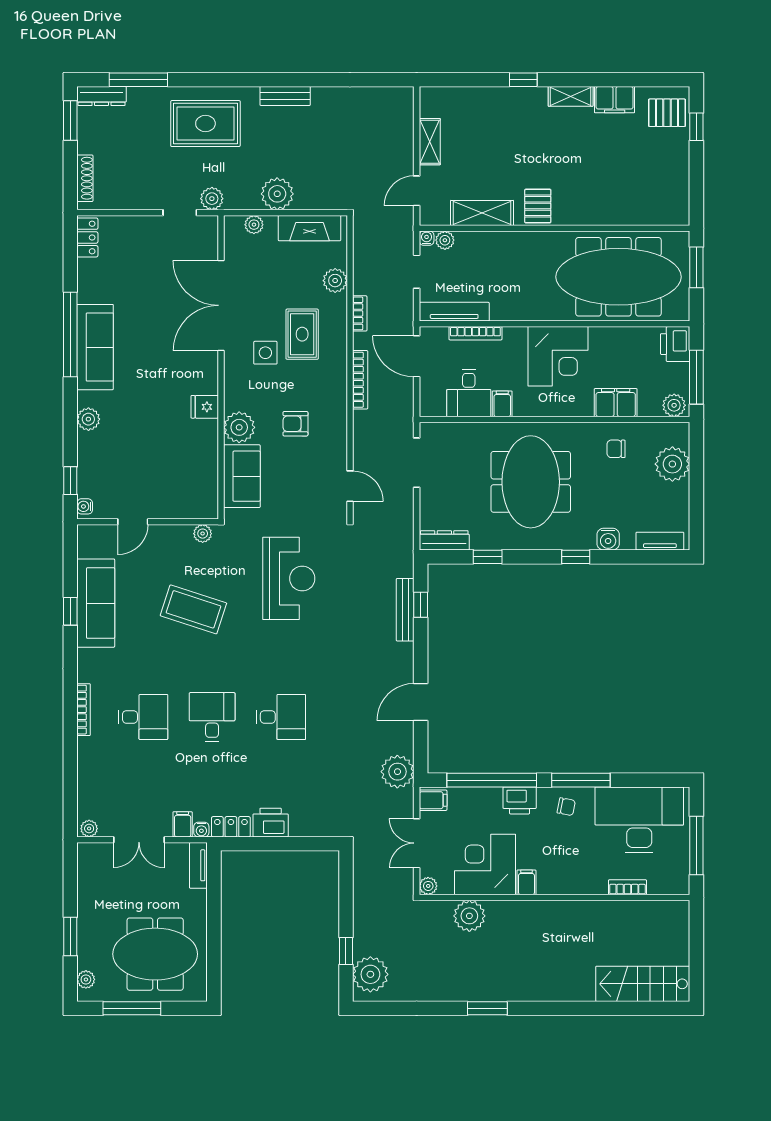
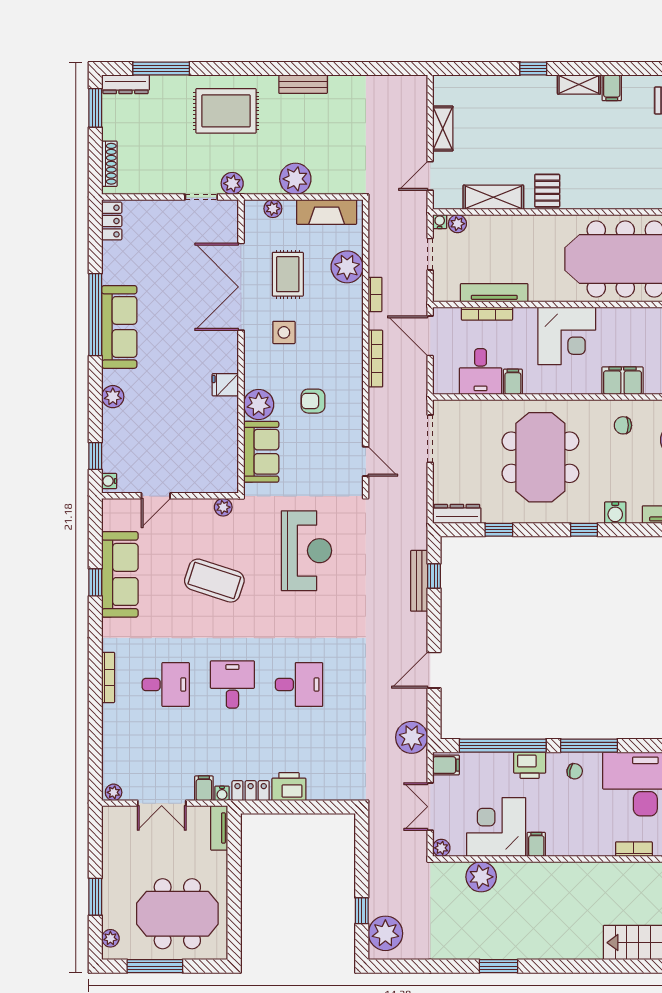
filing cabinet: (615, 100) -> (612, 88), width x0.50
plant: (335, 281) -> (347, 267), width x1.36, depth x1.36
tv unit: (454, 312) -> (494, 293), moved
rug: (302, 334) -> (288, 274), moved

